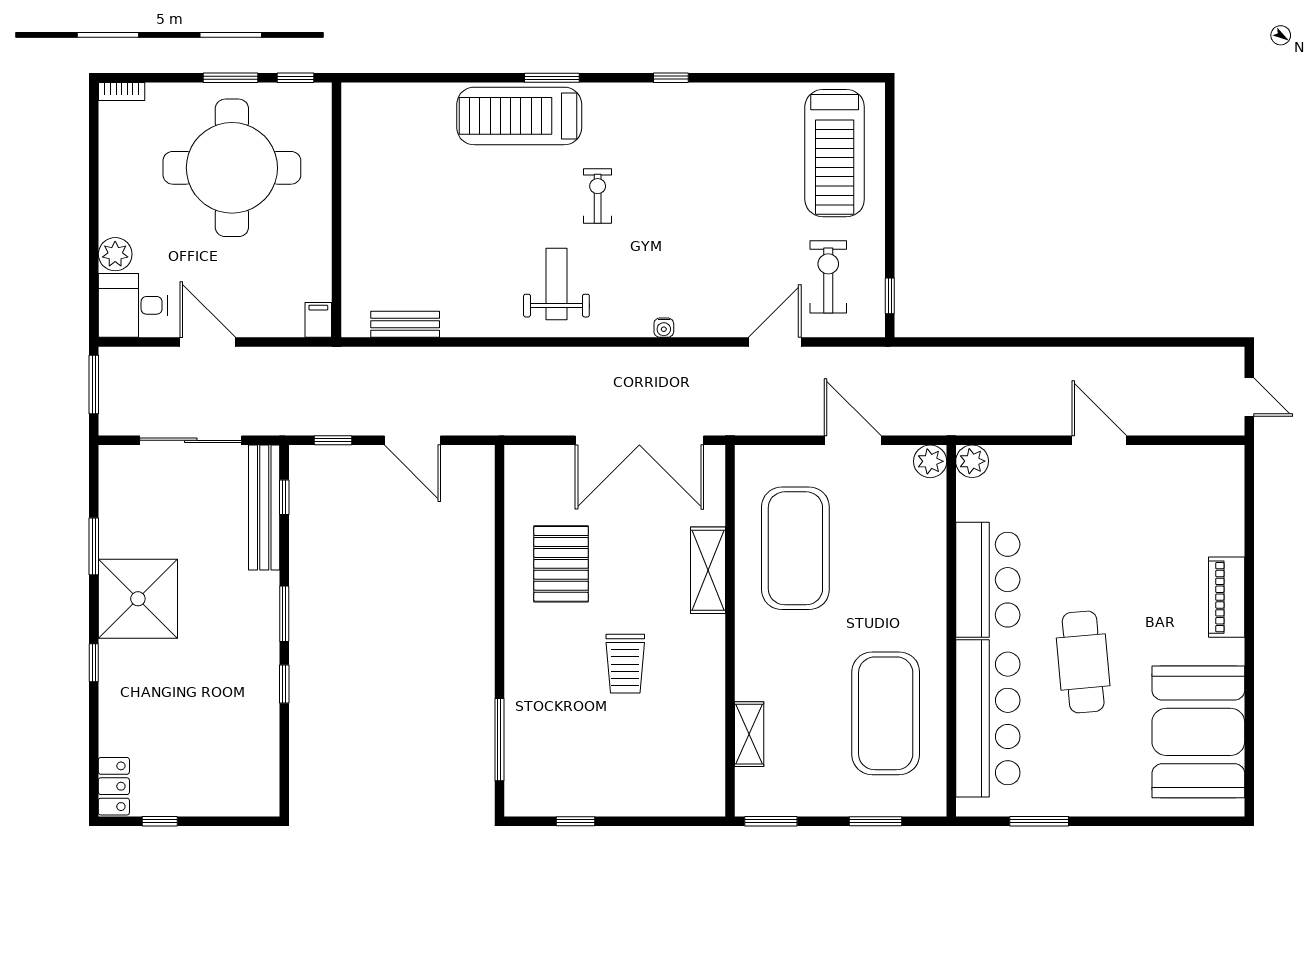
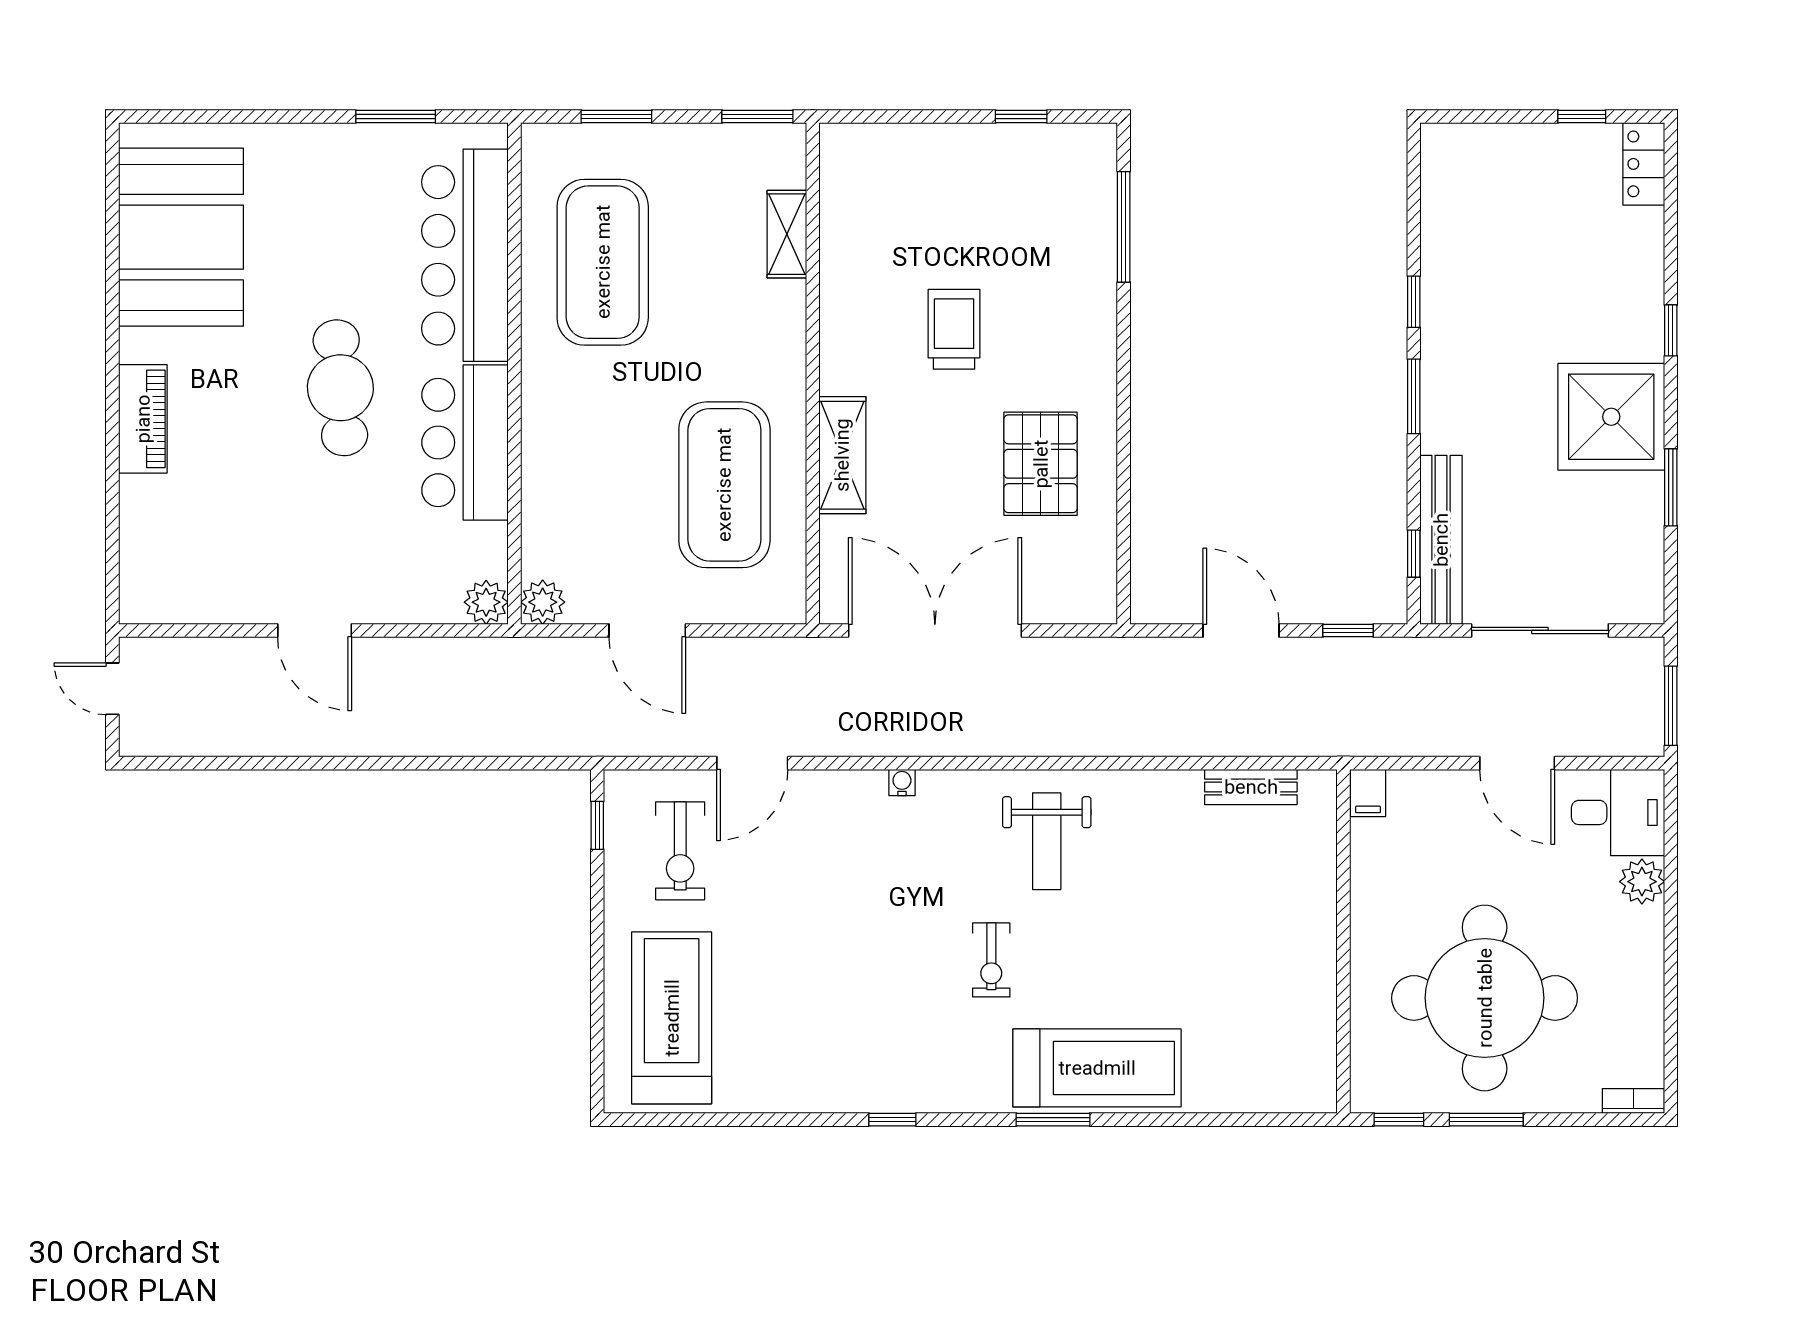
cafe table: (1083, 662) -> (340, 388), moved

